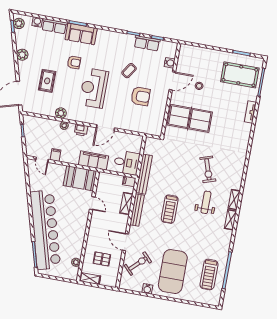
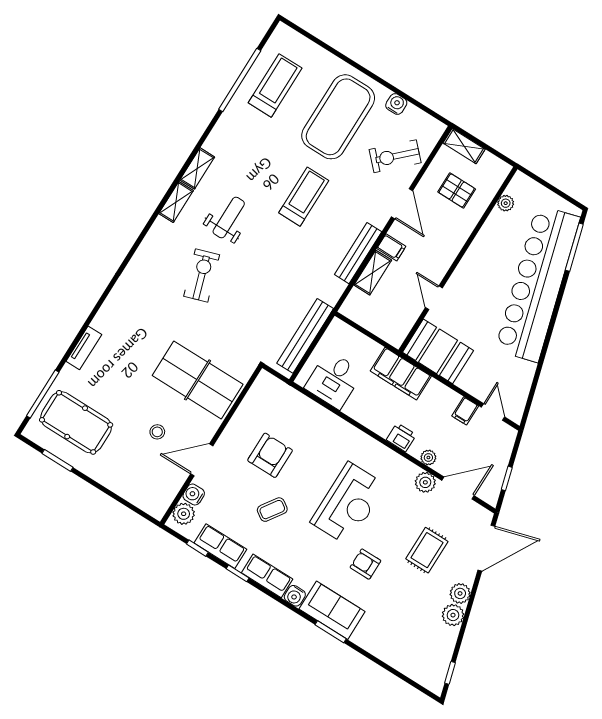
water cooler: (37, 22) -> (295, 596), moved
plant: (19, 23) -> (460, 593), moved
row of seats: (54, 26) -> (267, 576), moved
plant: (171, 52) -> (184, 514), added
armchair: (141, 96) -> (270, 455), turned 90
door: (105, 128) -> (458, 488), moved
desk: (127, 163) -> (334, 380), moved, turned -90
bench: (144, 174) -> (305, 336), moved
filing cabinet: (129, 181) -> (391, 247), moved
weight bench: (206, 202) -> (229, 217), turned 180
treadmill: (170, 209) -> (304, 197), moved
shelving: (90, 279) -> (464, 146), moved

